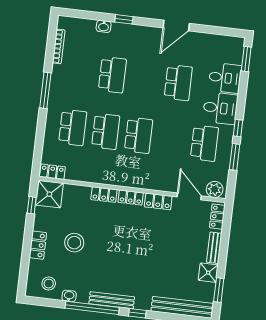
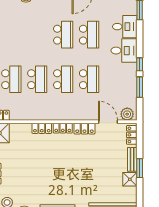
school desk: (112, 75) -> (63, 35), moved
school desk: (204, 143) -> (89, 79), moved
stool: (74, 243) -> (23, 168), removed
window: (219, 290) -> (140, 168), moved

